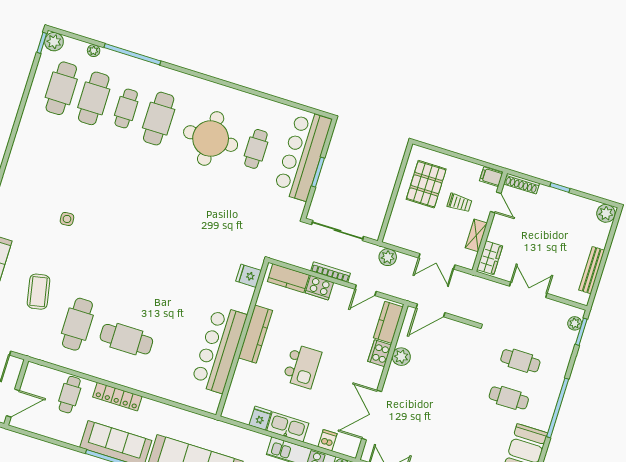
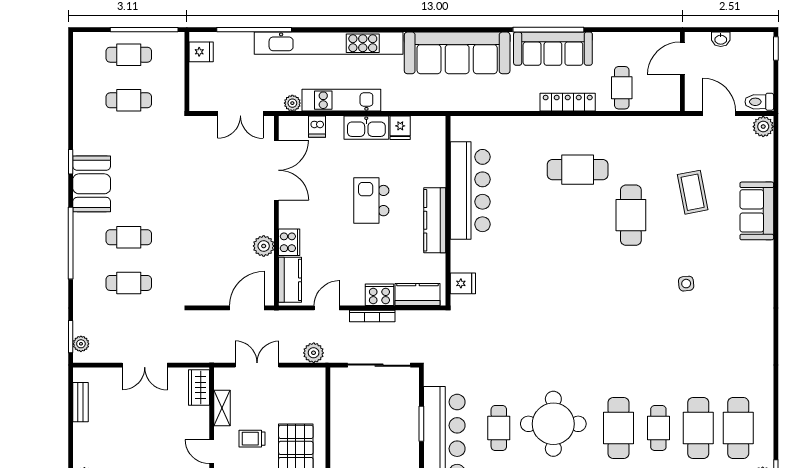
bench: (592, 270) -> (80, 402), width x0.73
cafe table: (77, 324) -> (631, 215), moved

